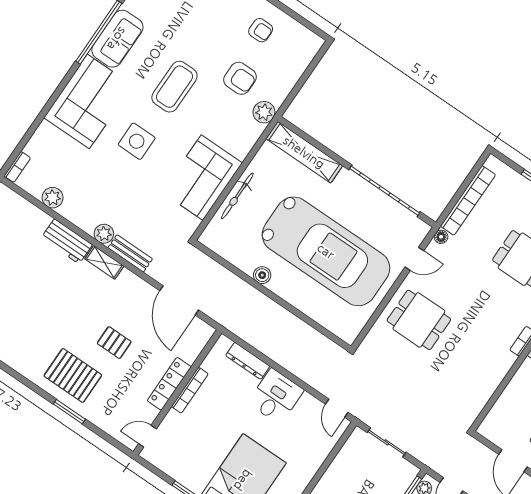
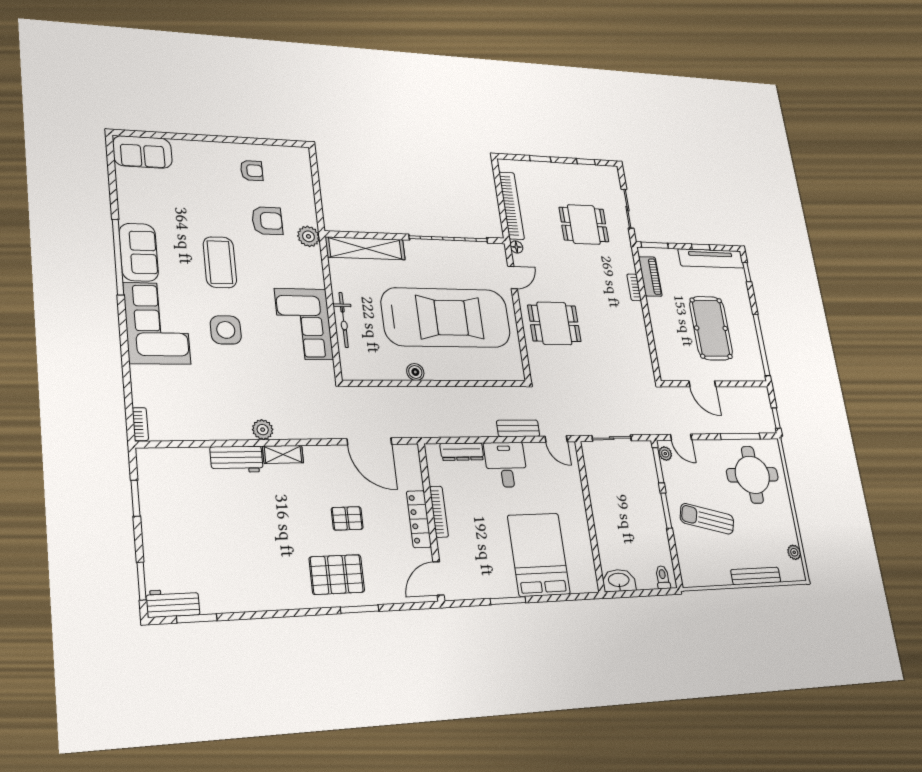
plant: (53, 198) -> (193, 429), removed
bench: (130, 253) -> (518, 428), moved
door: (147, 436) -> (438, 578), width x1.38

